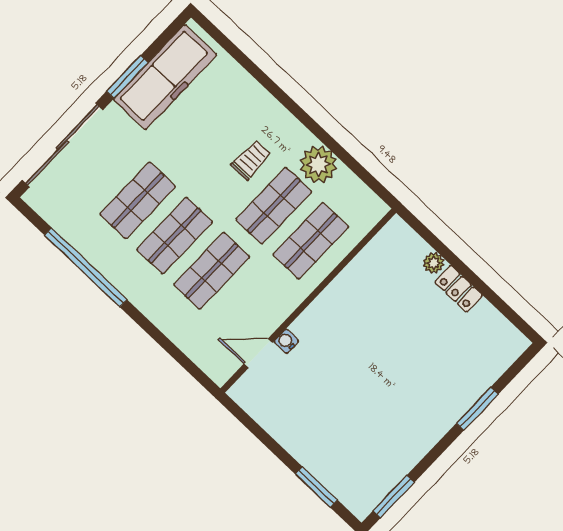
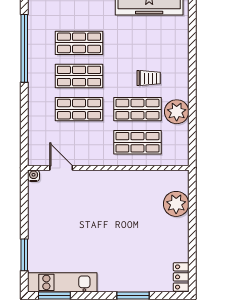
plant: (434, 263) -> (176, 204), width x1.87, depth x1.87
locker: (459, 289) -> (181, 277), moved
water cooler: (286, 341) -> (34, 176), moved
kitchen unit: (387, 474) -> (62, 282), added

